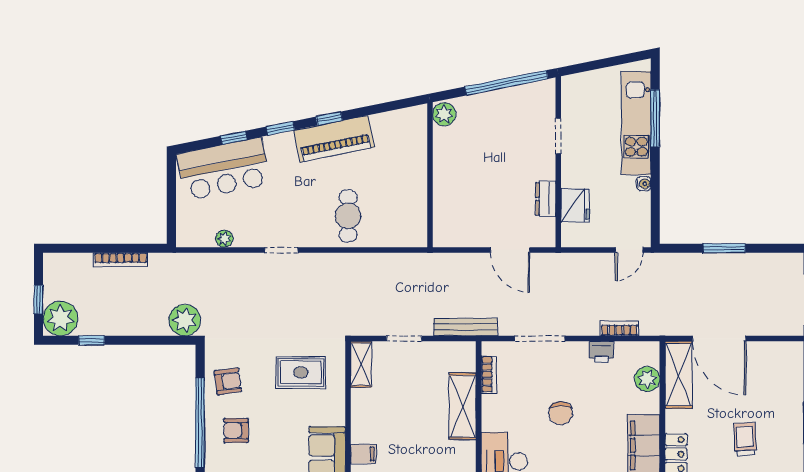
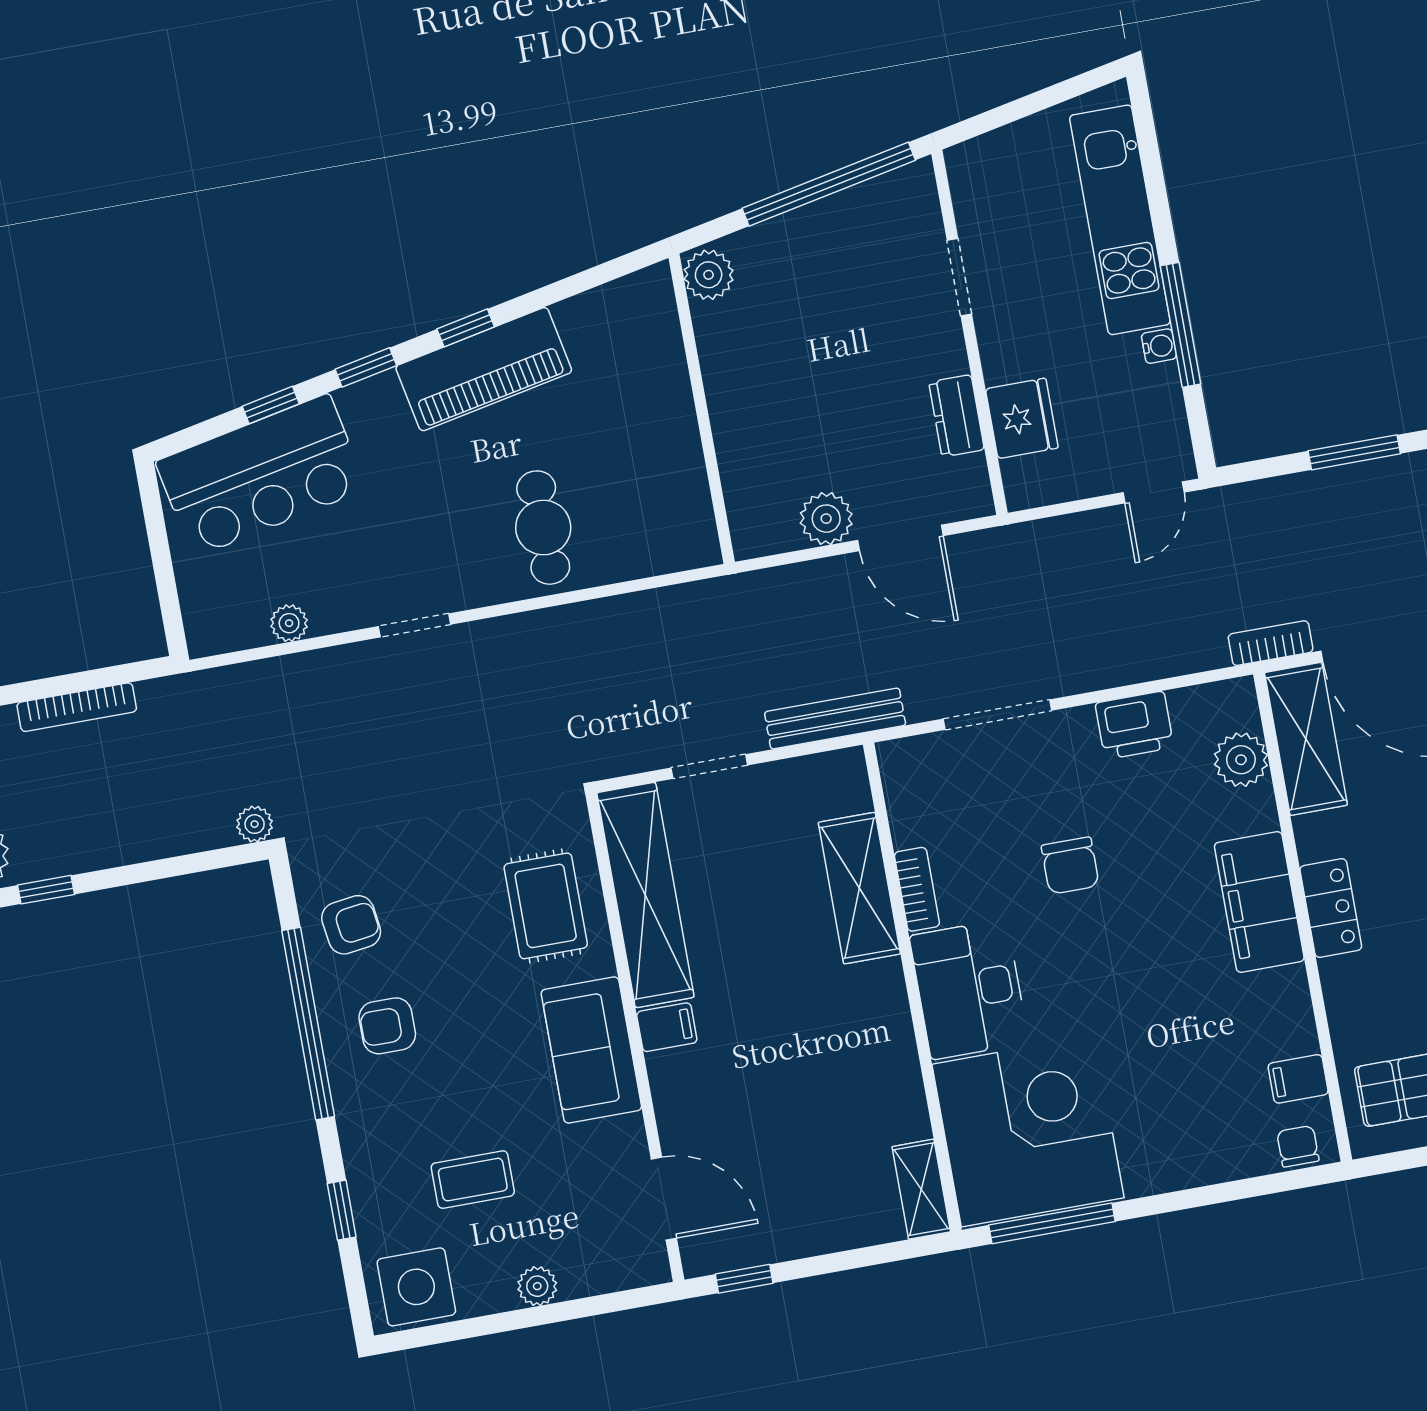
window: (655, 118) -> (1181, 325), moved
plant: (478, 235) -> (826, 519), added
plant: (185, 320) -> (255, 824), width x0.53, depth x0.53
bookcase: (619, 328) -> (1271, 643), moved
printer: (601, 352) -> (1134, 725), width x1.36, depth x1.24
shelving: (361, 364) -> (645, 895), width x2.20, depth x1.33
rug: (301, 372) -> (546, 906), moved, turned 90
bookcase: (489, 374) -> (917, 889), moved

